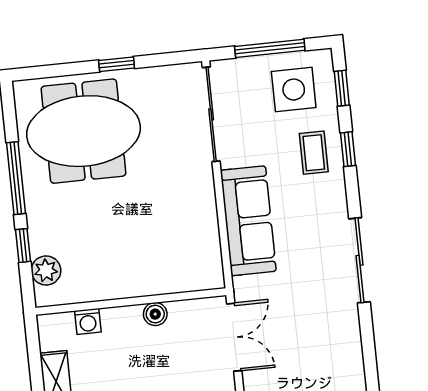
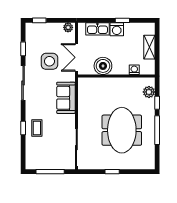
window: (342, 88) -> (23, 49), moved
side table: (294, 90) -> (49, 61), moved
meeting table: (84, 131) -> (122, 130), moved, turned 90
sofa: (248, 221) -> (66, 98), width x0.73
boiler: (155, 314) -> (103, 66), width x1.86, depth x1.86

